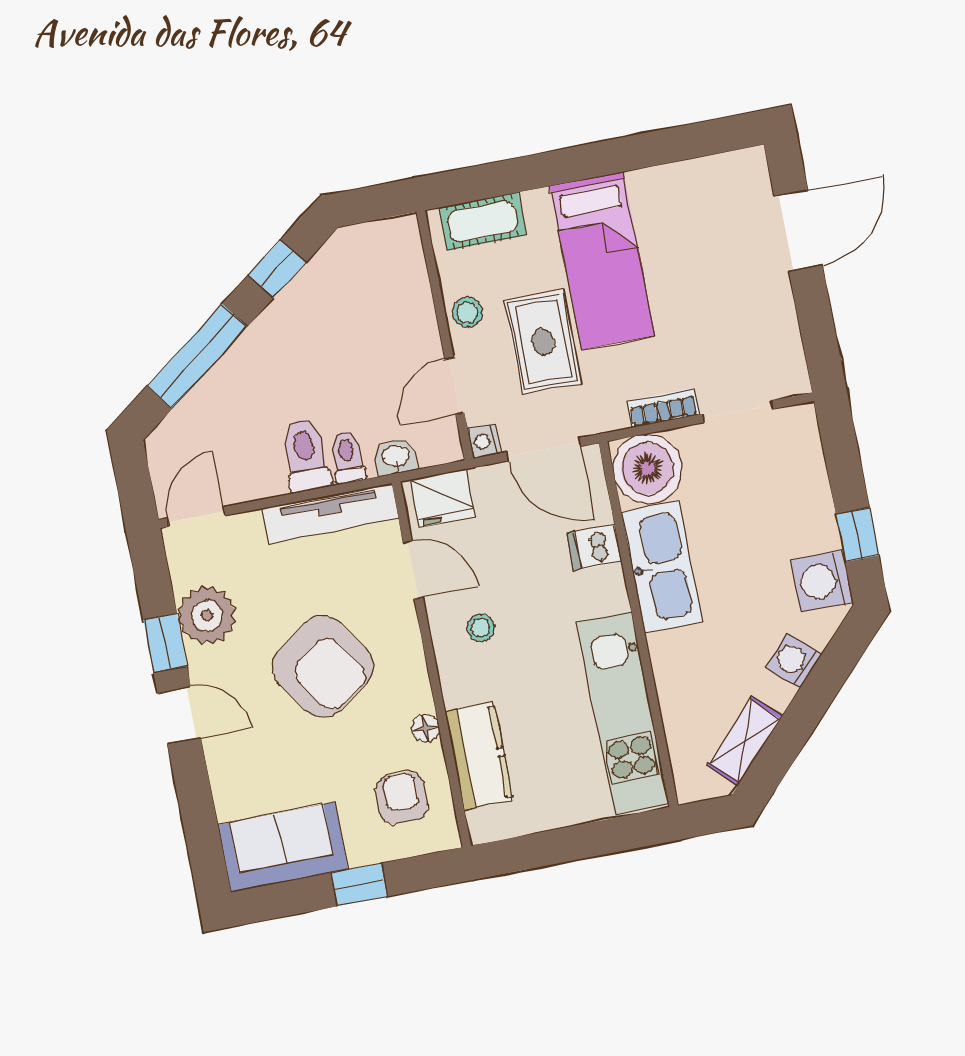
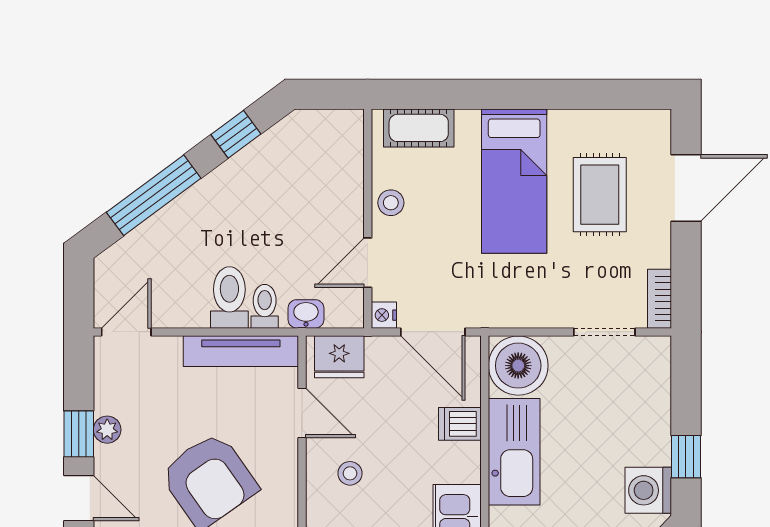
rug: (543, 342) -> (600, 195), moved
bookcase: (663, 408) -> (659, 299), moved, turned -90
plant: (207, 615) -> (107, 430), width x0.53, depth x0.53

